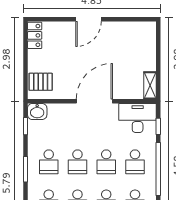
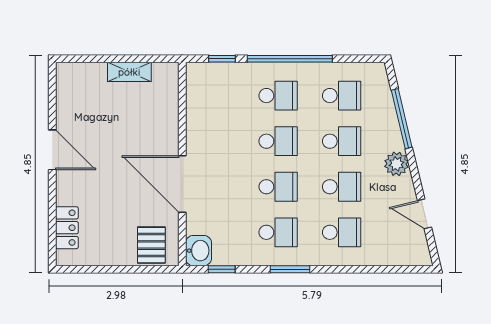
door: (89, 19) -> (52, 150), moved
locker: (35, 35) -> (67, 228), moved, turned 90
shelving: (150, 85) -> (129, 72), moved
door: (94, 101) -> (182, 184), moved
desk: (138, 118) -> (209, 92), removed

